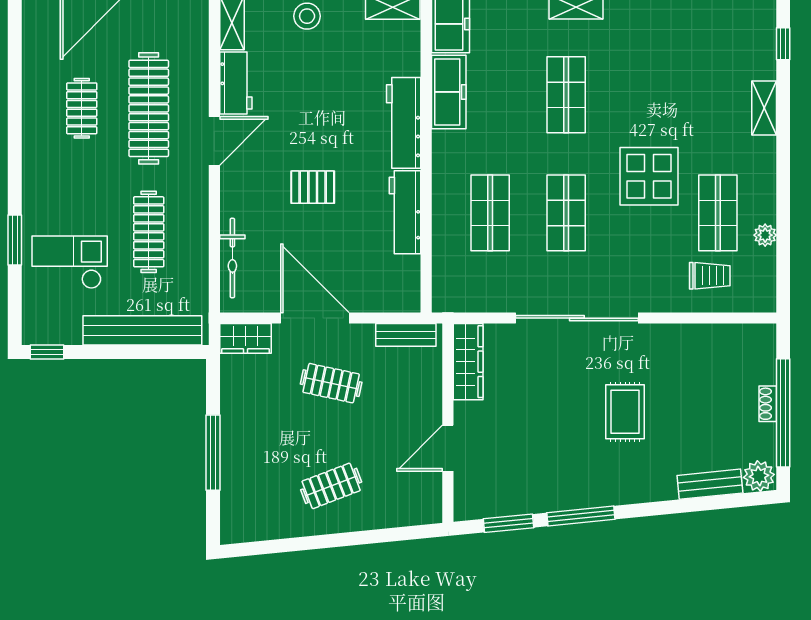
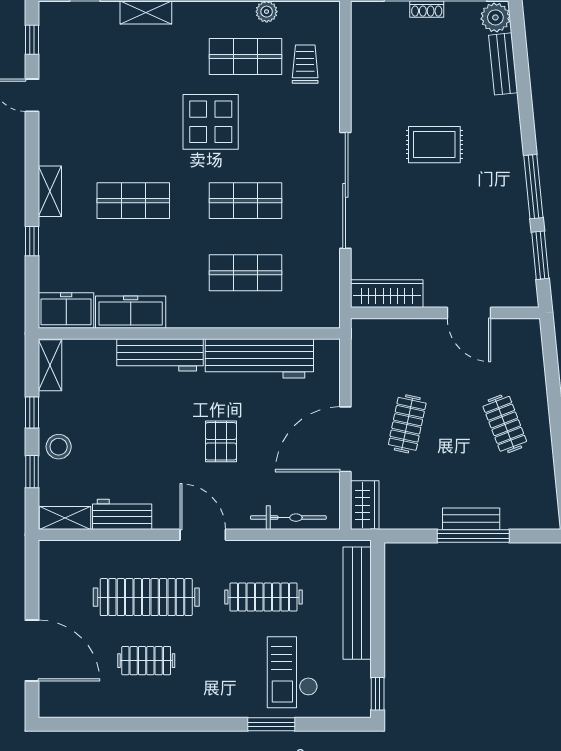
door: (214, 141) -> (203, 535), moved
workbench: (405, 212) -> (259, 358), width x1.36, depth x1.32
bench: (406, 335) -> (471, 519), moved, turned 90

